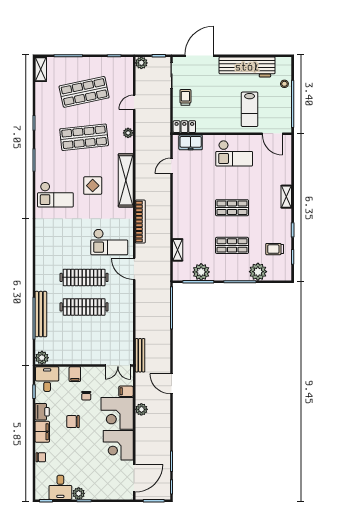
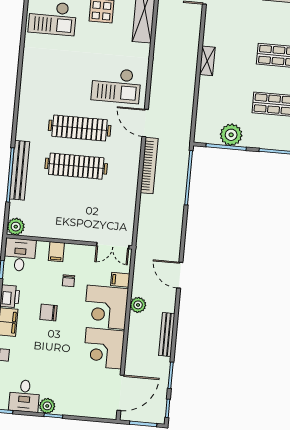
bookcase: (140, 222) -> (149, 166), moved
shelving: (178, 250) -> (207, 61), moved
bench: (140, 355) -> (167, 335), moved

